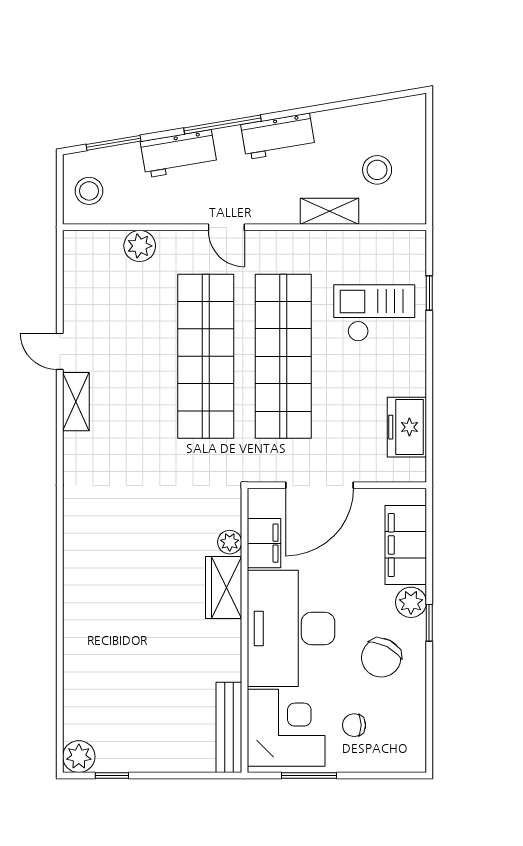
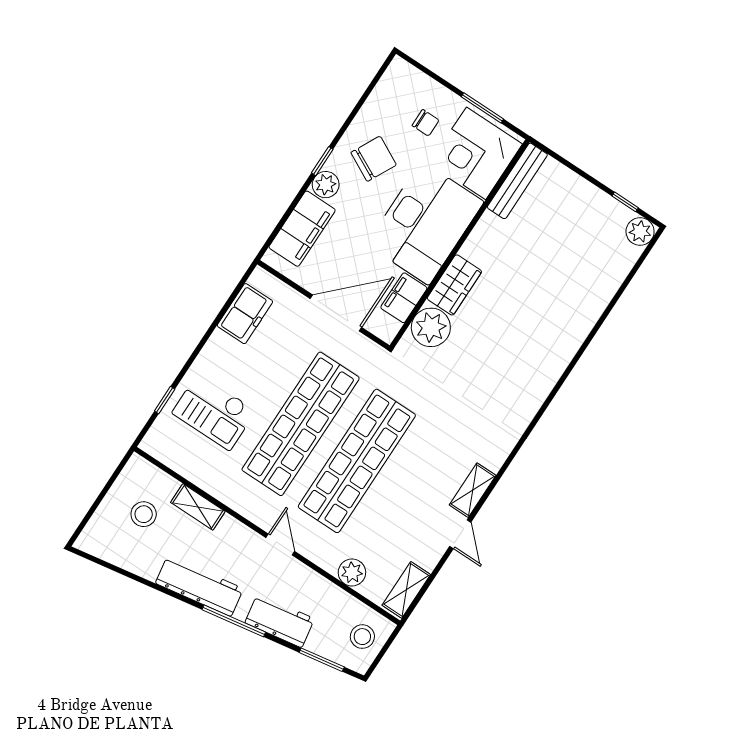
workbench: (278, 136) -> (199, 586), width x1.38
shelving: (76, 264) -> (406, 590), added
plant: (230, 542) -> (431, 327), width x1.88, depth x1.88

